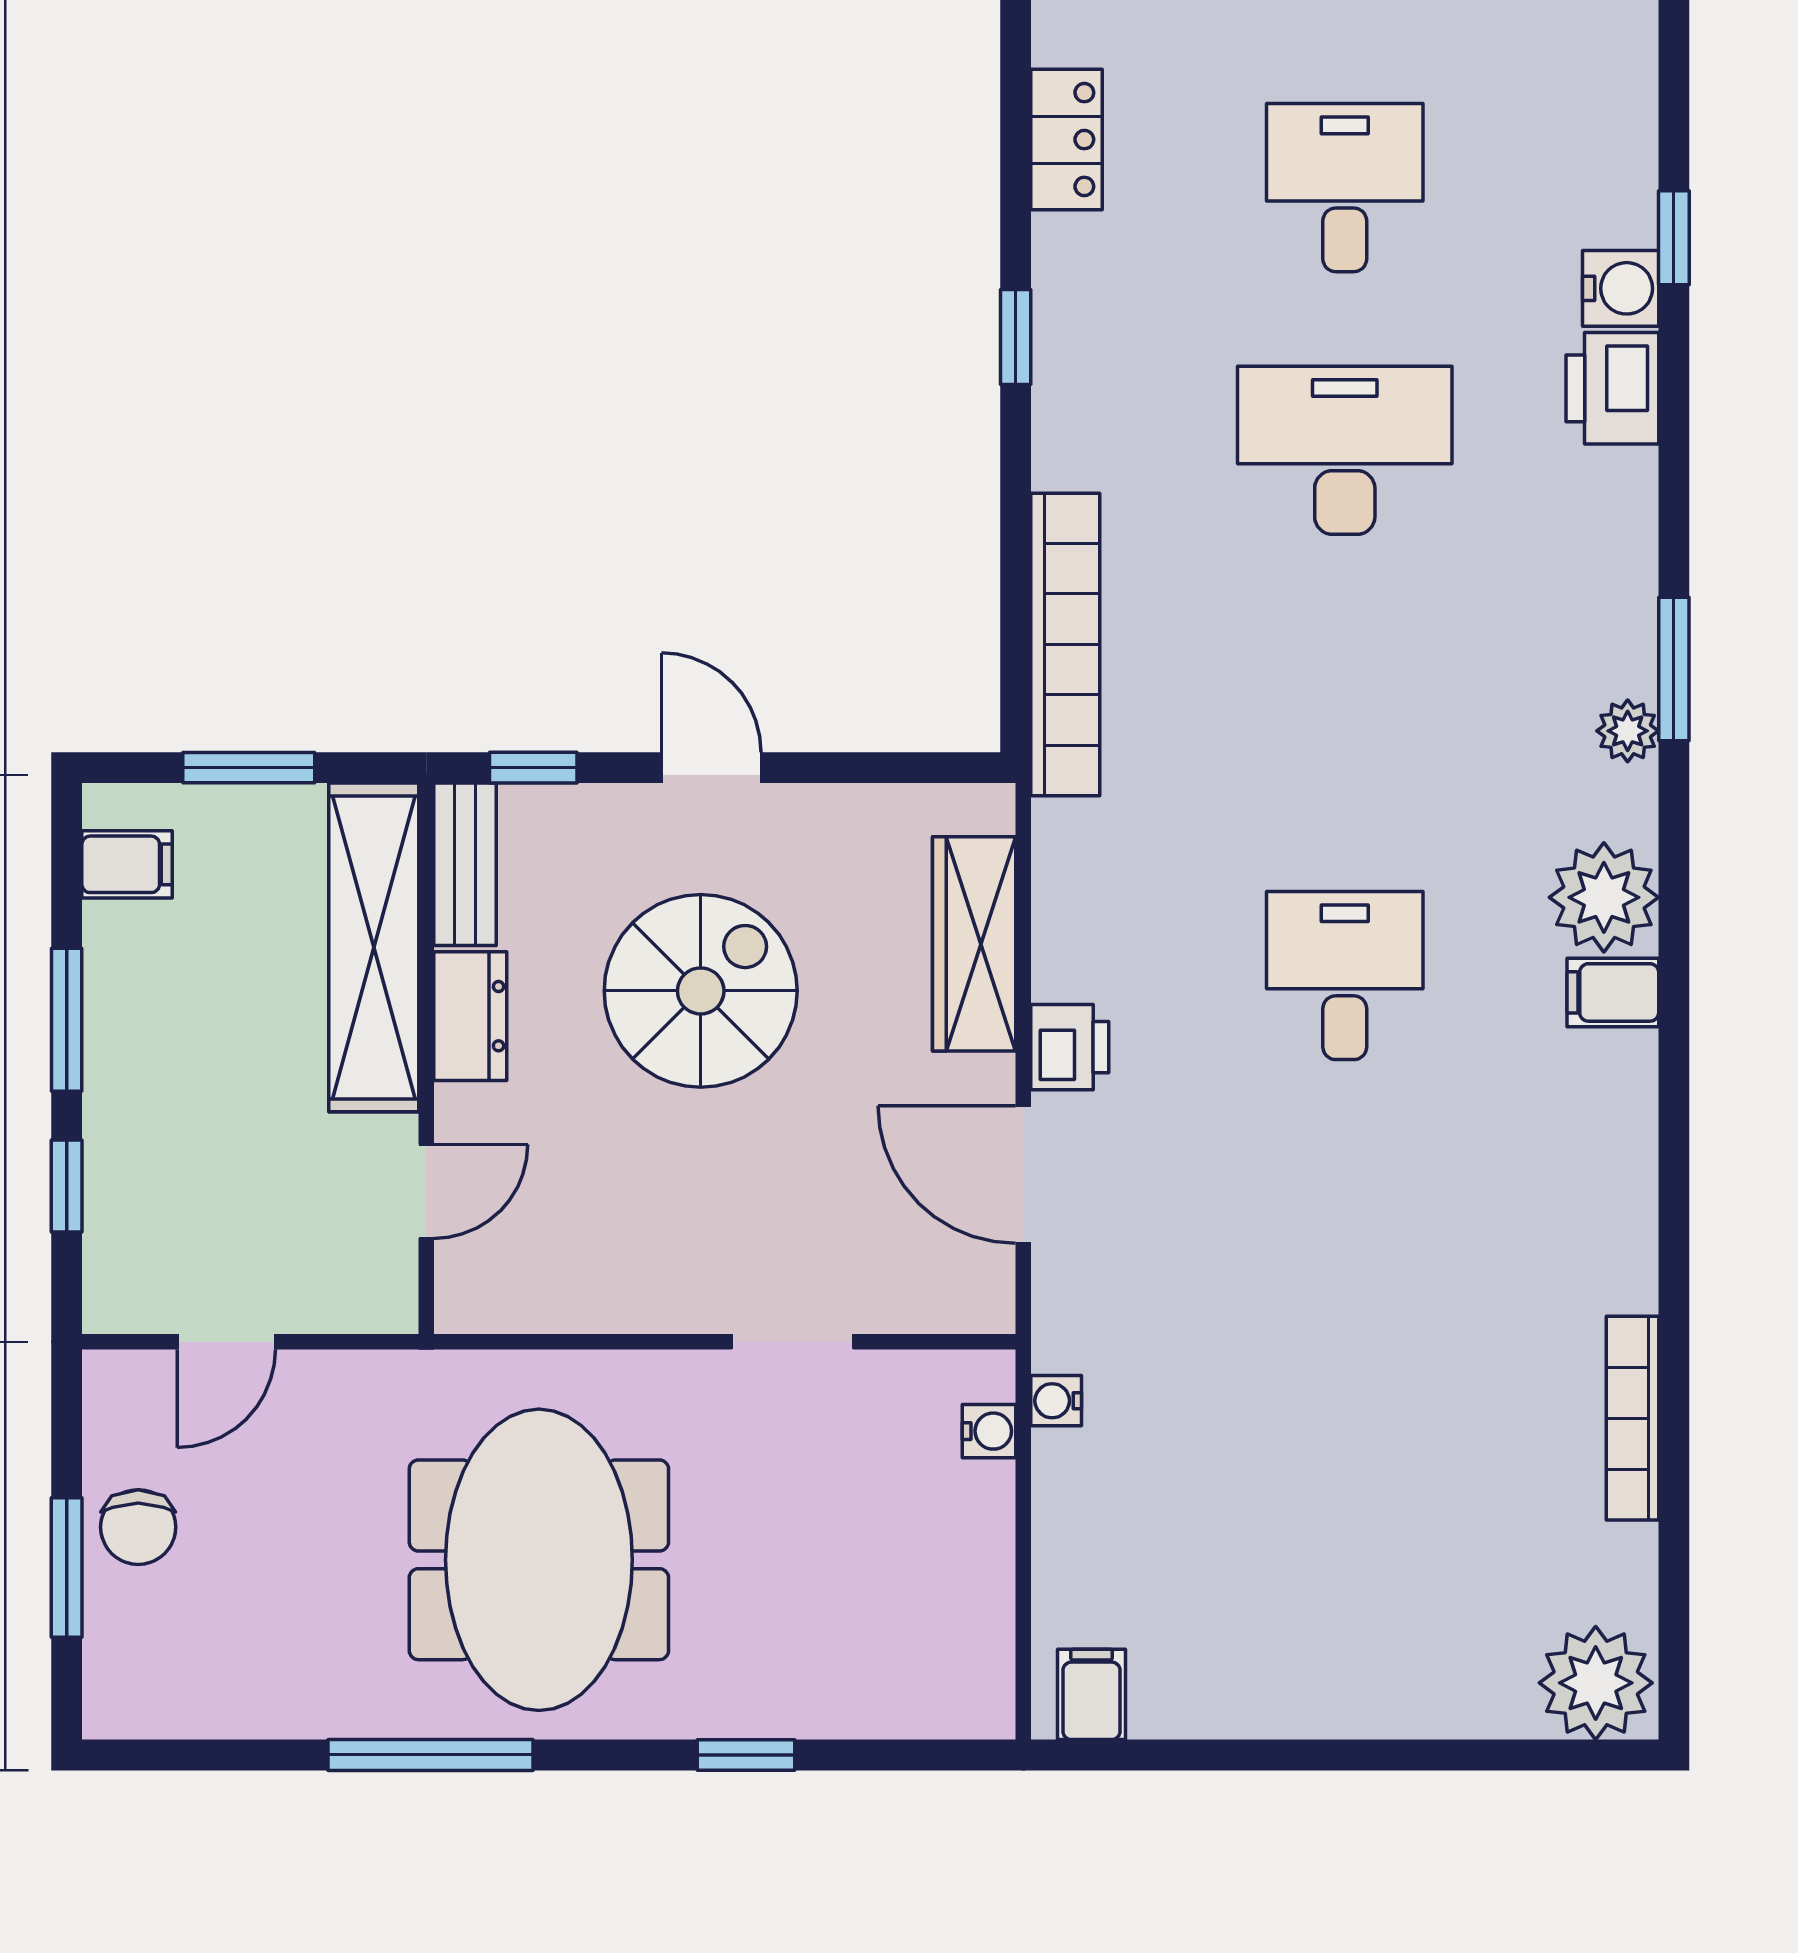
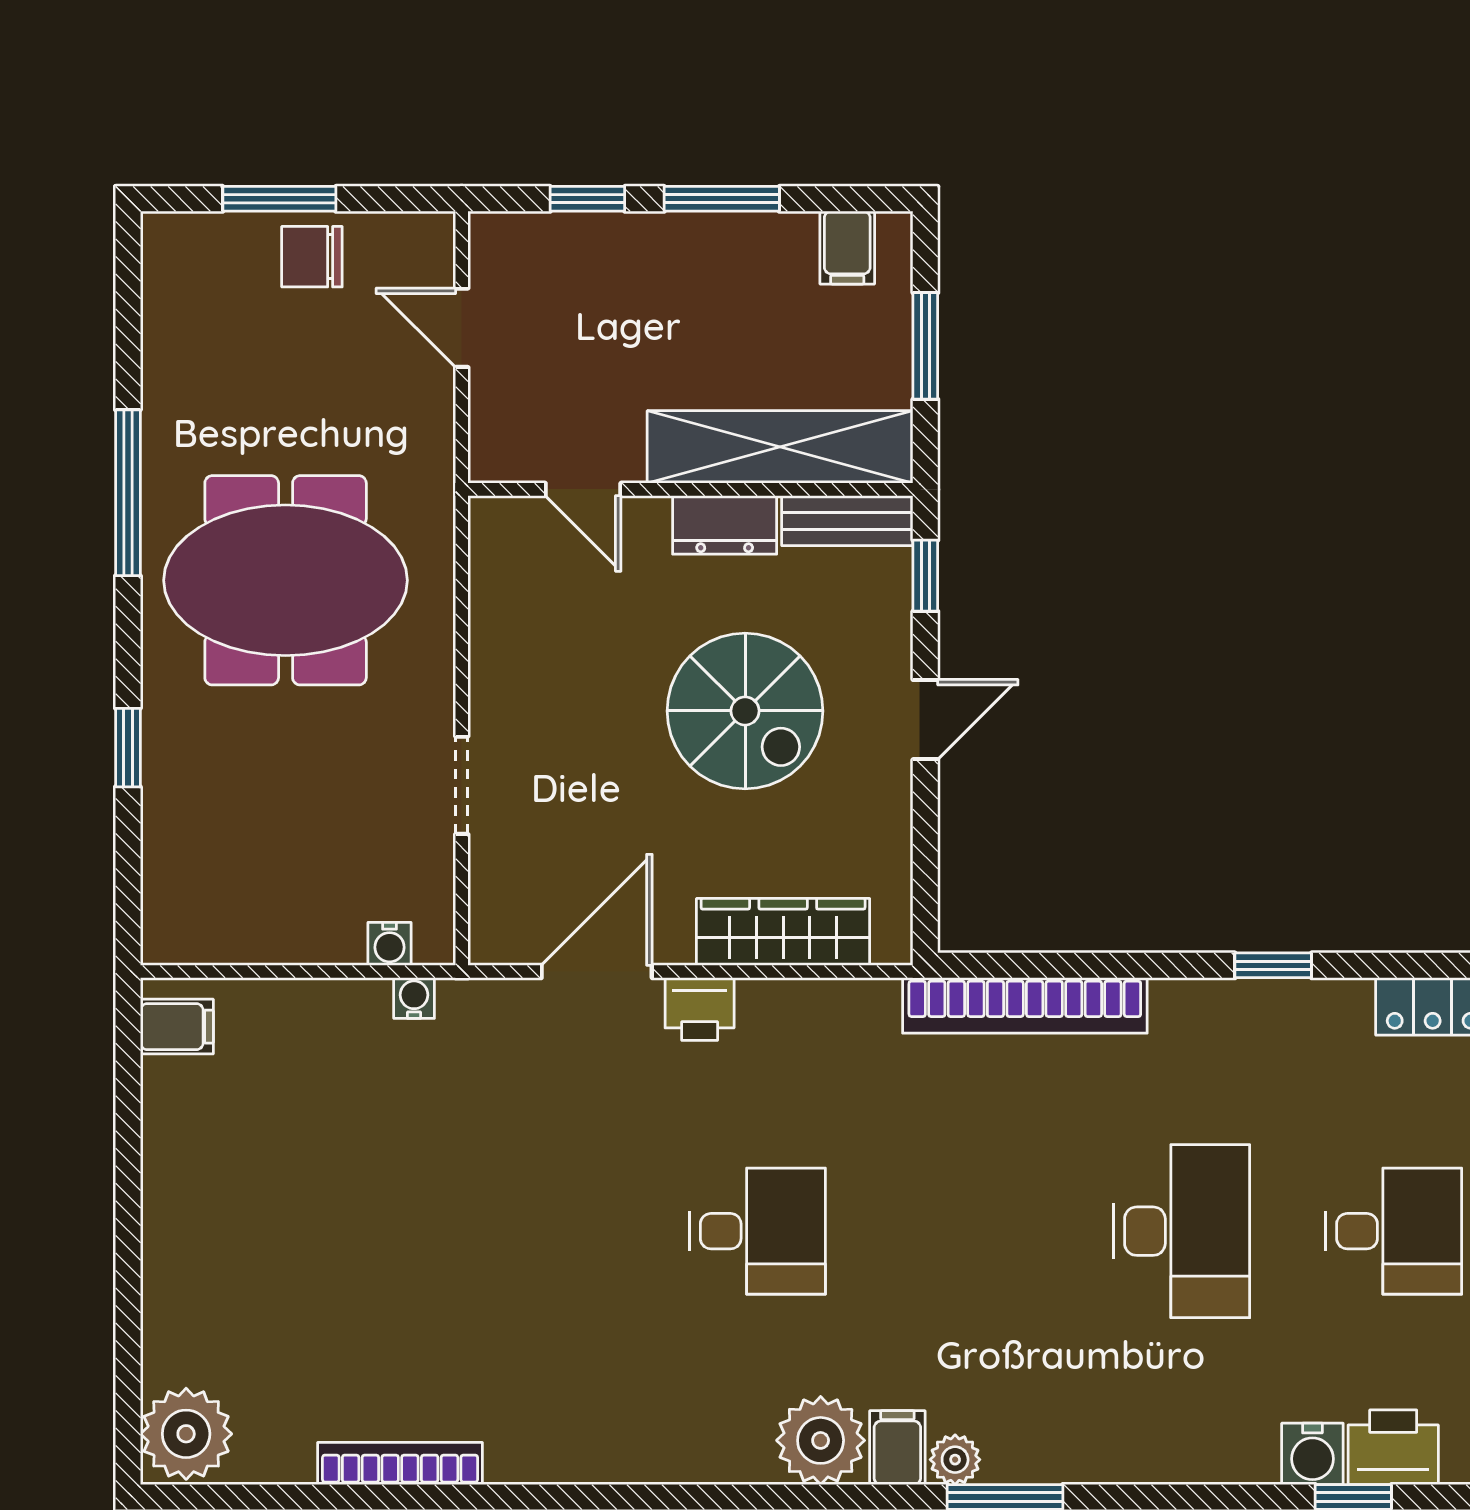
printer: (1612, 388) -> (1393, 1447), moved
filing cabinet: (1613, 992) -> (897, 1448), moved

